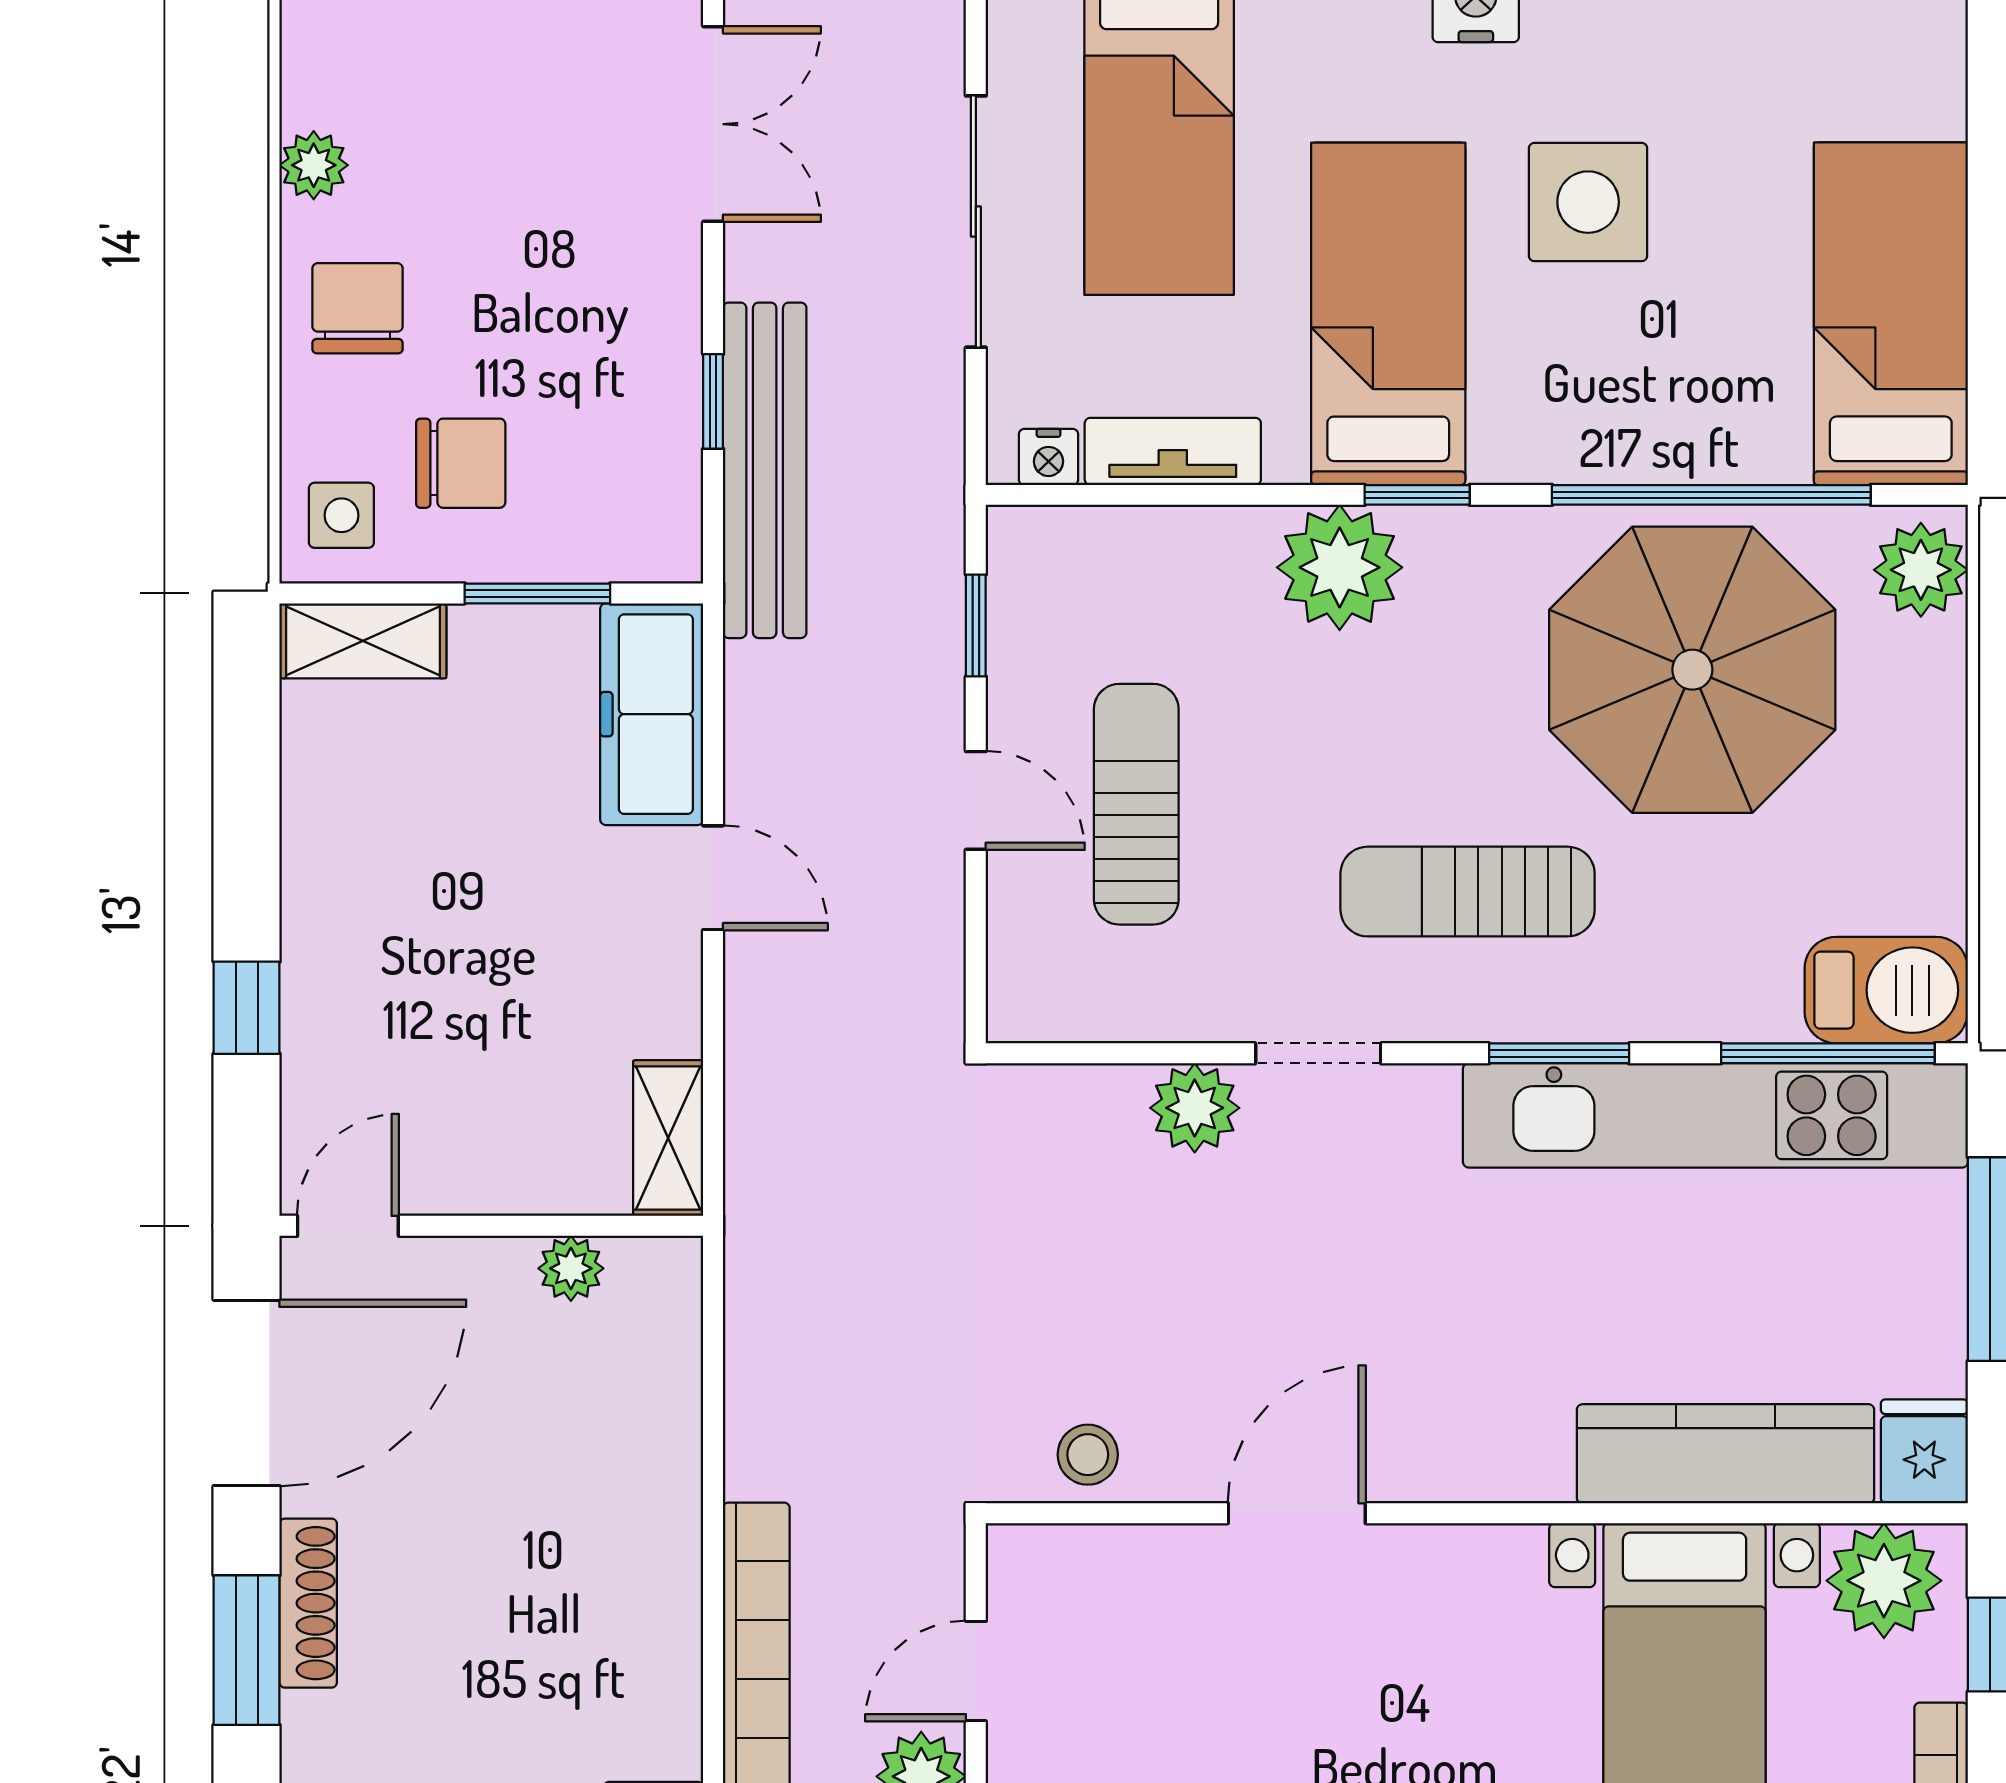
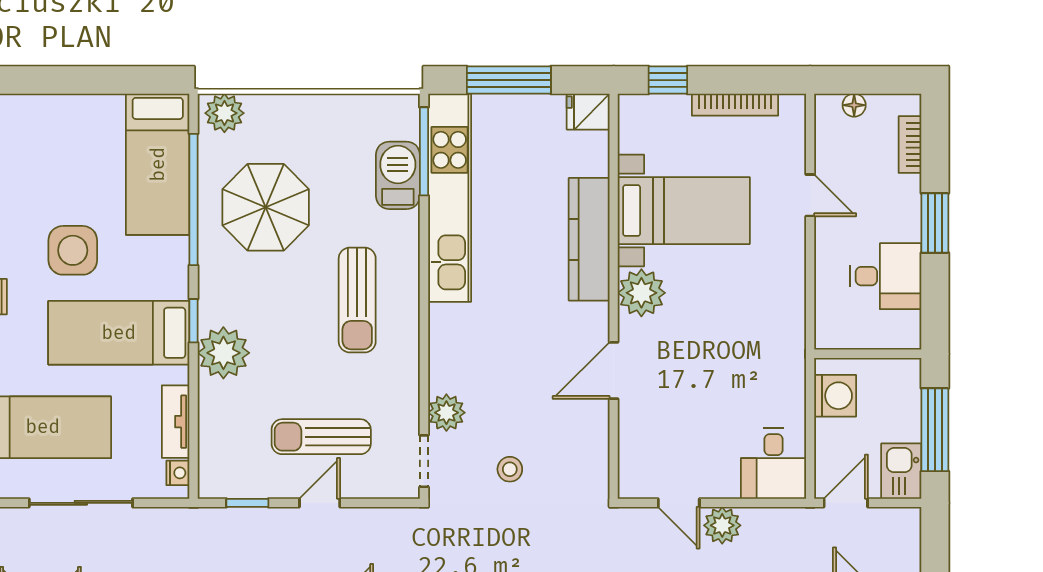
bed: (1891, 314) -> (158, 164), moved, turned -90
parasol: (1692, 670) -> (266, 207), width x0.73, depth x0.73
barbecue: (1886, 990) -> (398, 175), moved
doorway: (1318, 1053) -> (424, 461), moved
window: (1559, 1053) -> (424, 262), removed
kitchen counter: (1726, 1454) -> (589, 239), moved
stool: (1088, 1455) -> (510, 469), moved
door: (1297, 1513) -> (614, 370), hinge flipped
plant: (1884, 1581) -> (641, 293), moved

